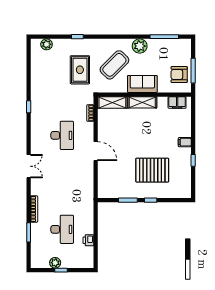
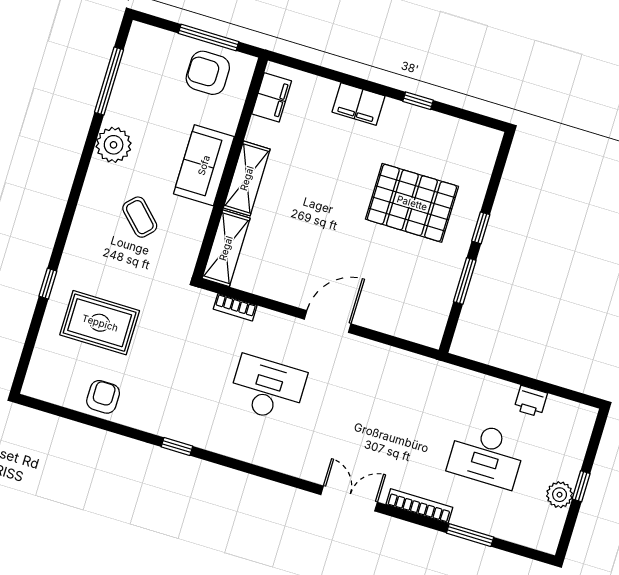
plant: (47, 44) -> (44, 361), removed
coffee table: (114, 65) -> (140, 217), width x0.54, depth x0.58
rug: (80, 70) -> (100, 323), moved
armchair: (39, 72) -> (103, 397), added
armchair: (179, 75) -> (208, 73), turned 90
filing cabinet: (185, 142) -> (358, 104), width x2.00
double door: (29, 166) -> (349, 499), moved
pallet: (152, 170) -> (412, 203), turned 90
desk: (62, 229) -> (487, 455), turned 180

